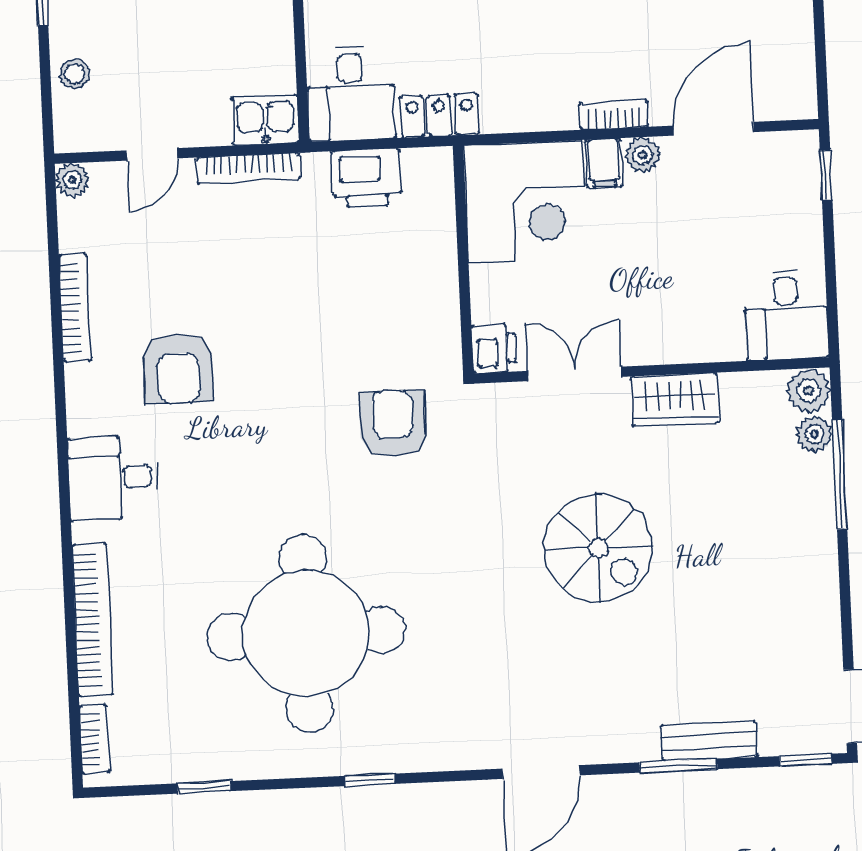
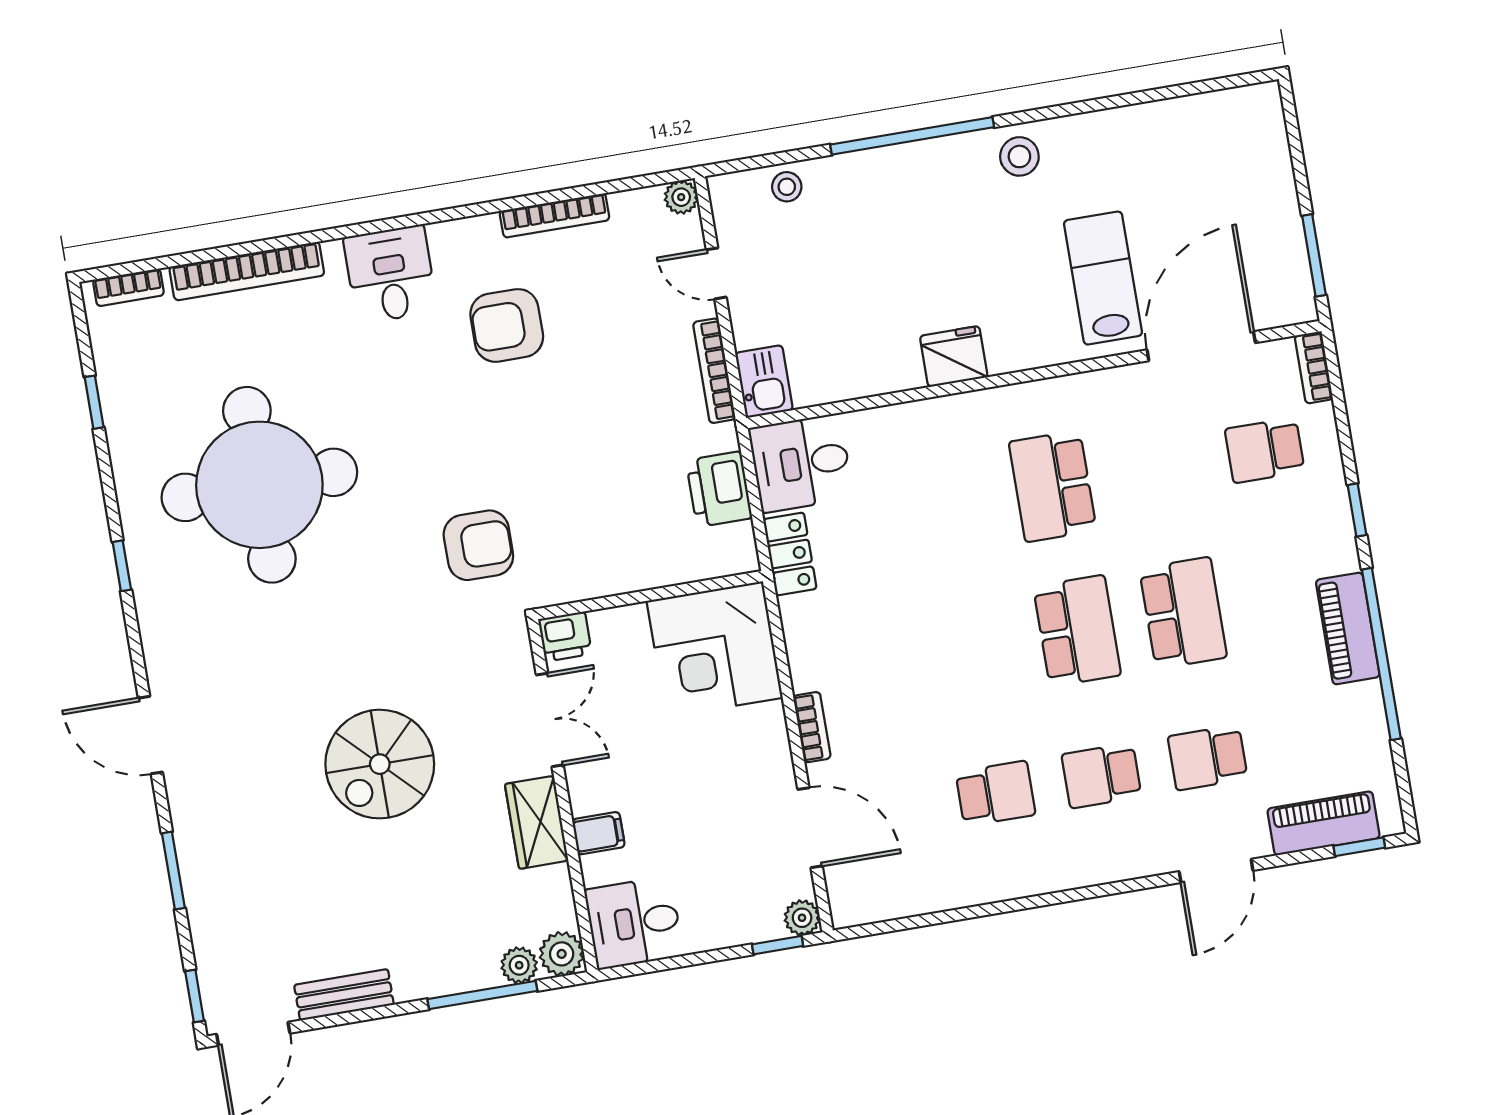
plant: (643, 155) -> (802, 918), moved
filing cabinet: (604, 163) -> (598, 833), moved, turned 180
bench: (709, 741) -> (344, 995), moved, turned 90

